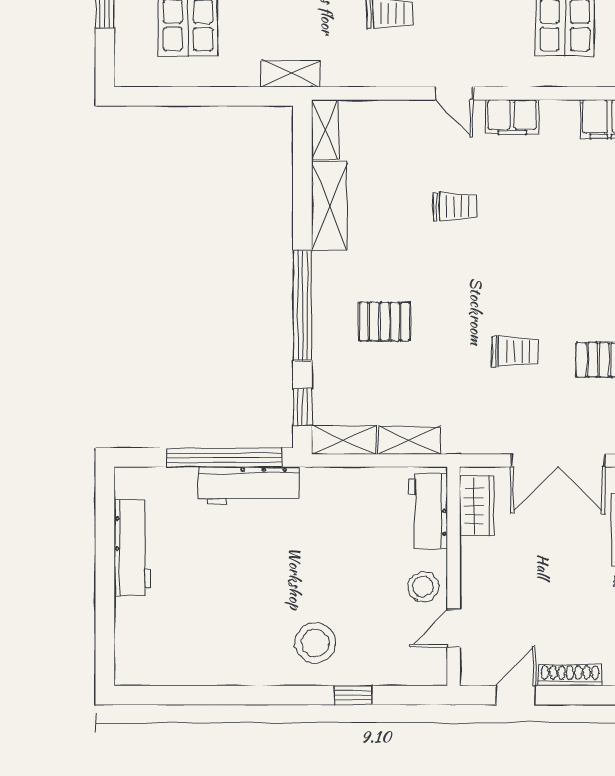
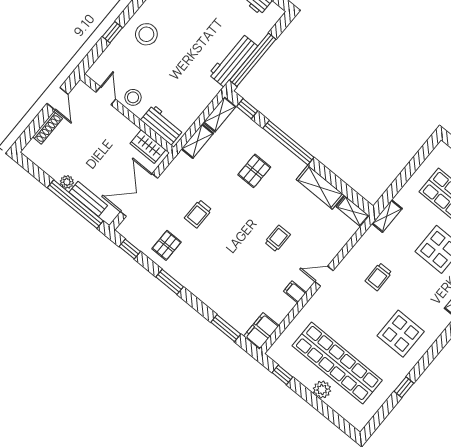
filing cabinet: (512, 117) -> (295, 292), width x0.50
trolley: (455, 207) -> (278, 238), turned 180

